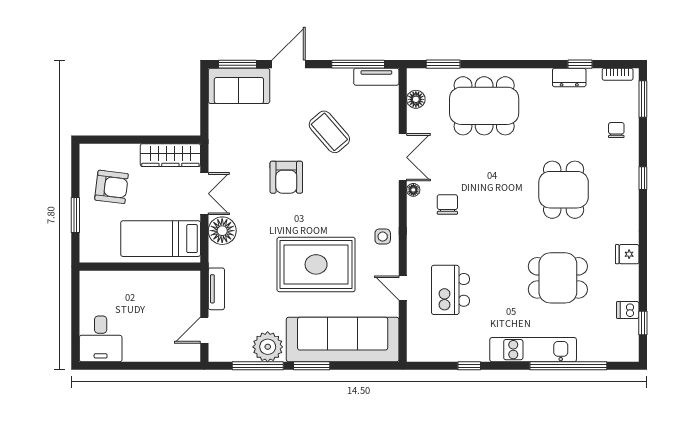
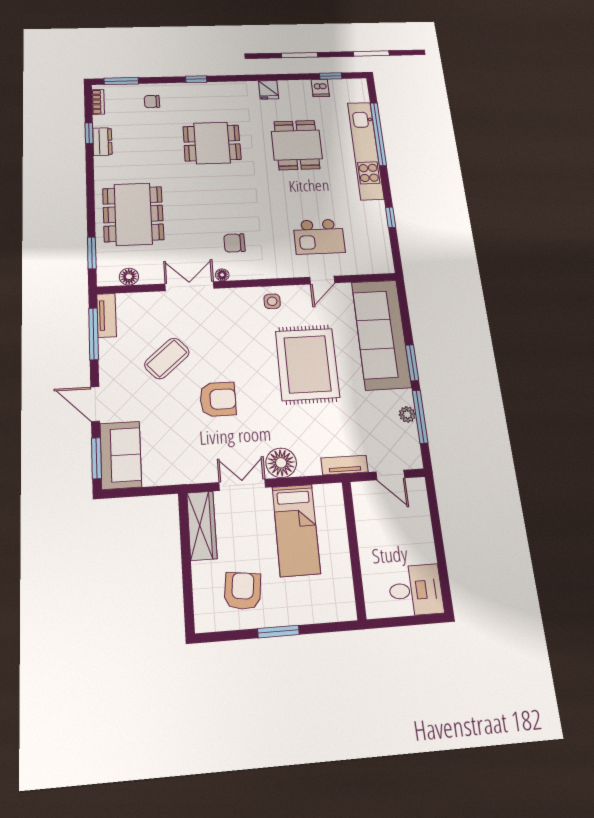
wall: (140, 267) -> (354, 549), moved
plant: (268, 347) -> (407, 414), width x0.53, depth x0.53
kitchen unit: (533, 350) -> (366, 150), width x1.36

